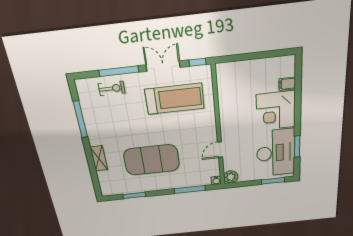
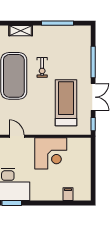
exercise bike: (112, 88) -> (42, 67), moved
treadmill: (175, 99) -> (66, 103), turned 180
corner desk: (276, 111) -> (51, 153), moved, turned 180

